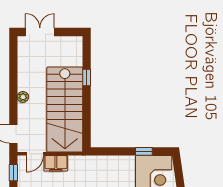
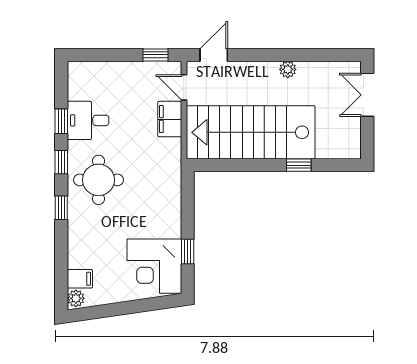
double door: (40, 32) -> (367, 95), swing flipped
plant: (23, 97) -> (288, 69), moved

